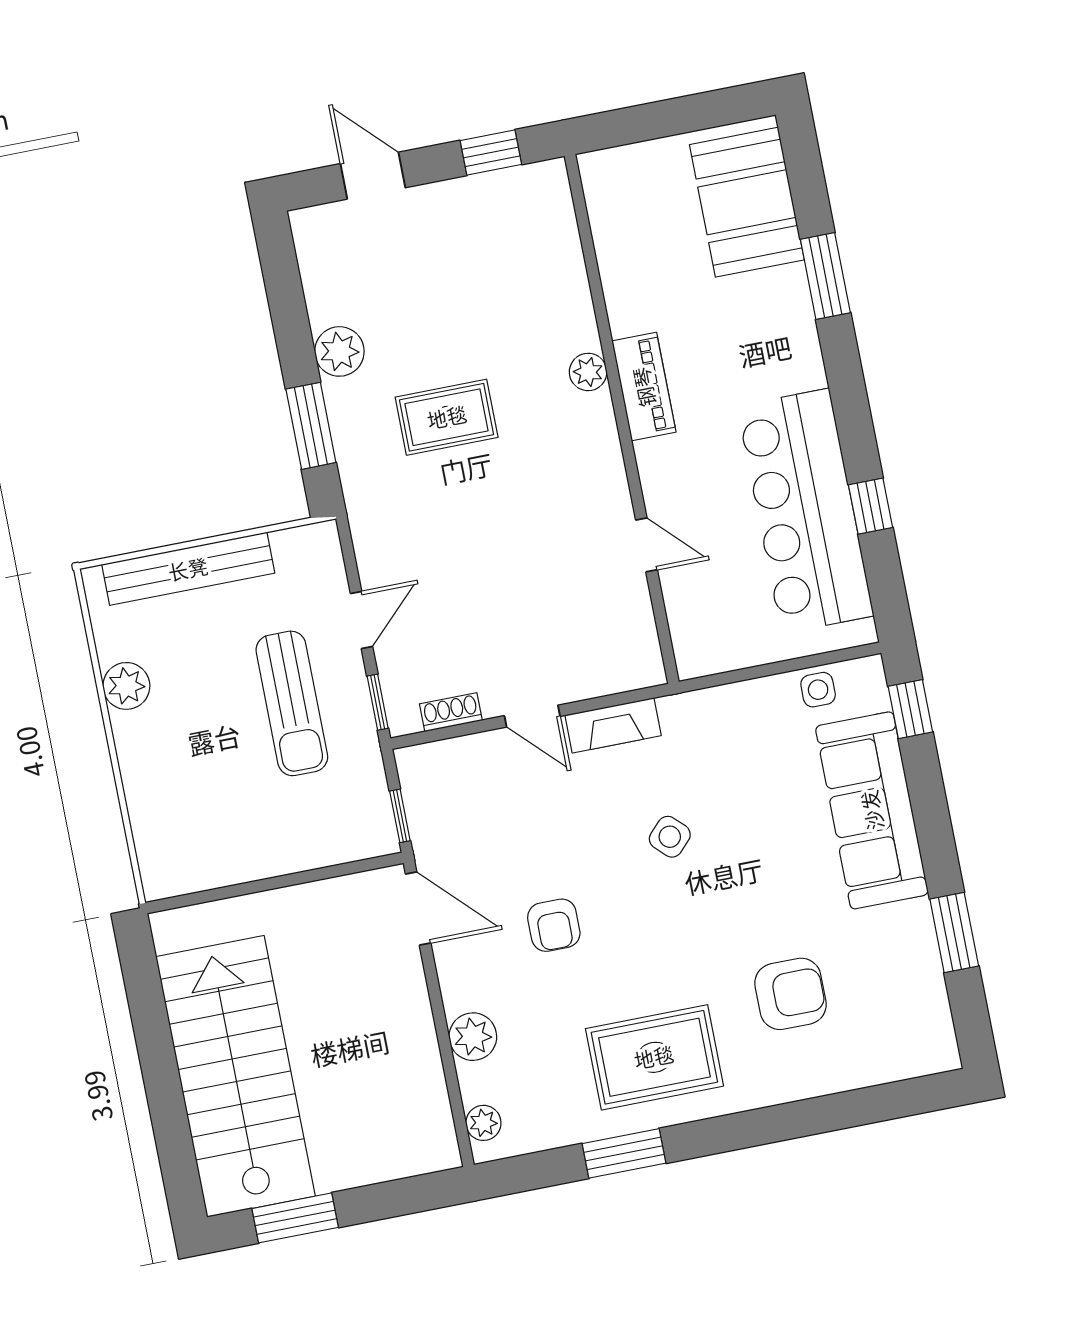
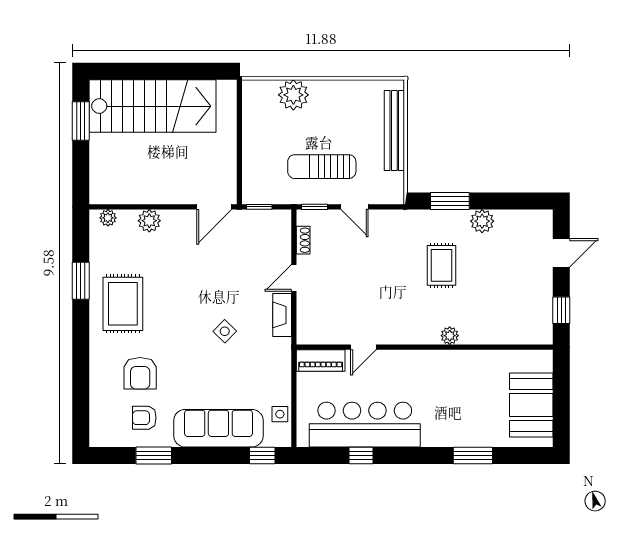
booth: (747, 202) -> (531, 405), moved, turned 90
piano: (644, 387) -> (321, 360), moved
plant: (126, 686) -> (293, 95), moved, width x1.36, depth x1.36
armchair: (554, 925) -> (144, 418), moved

